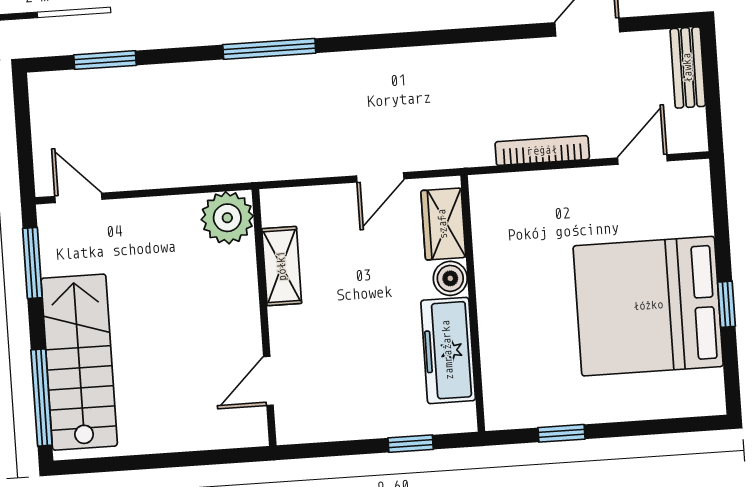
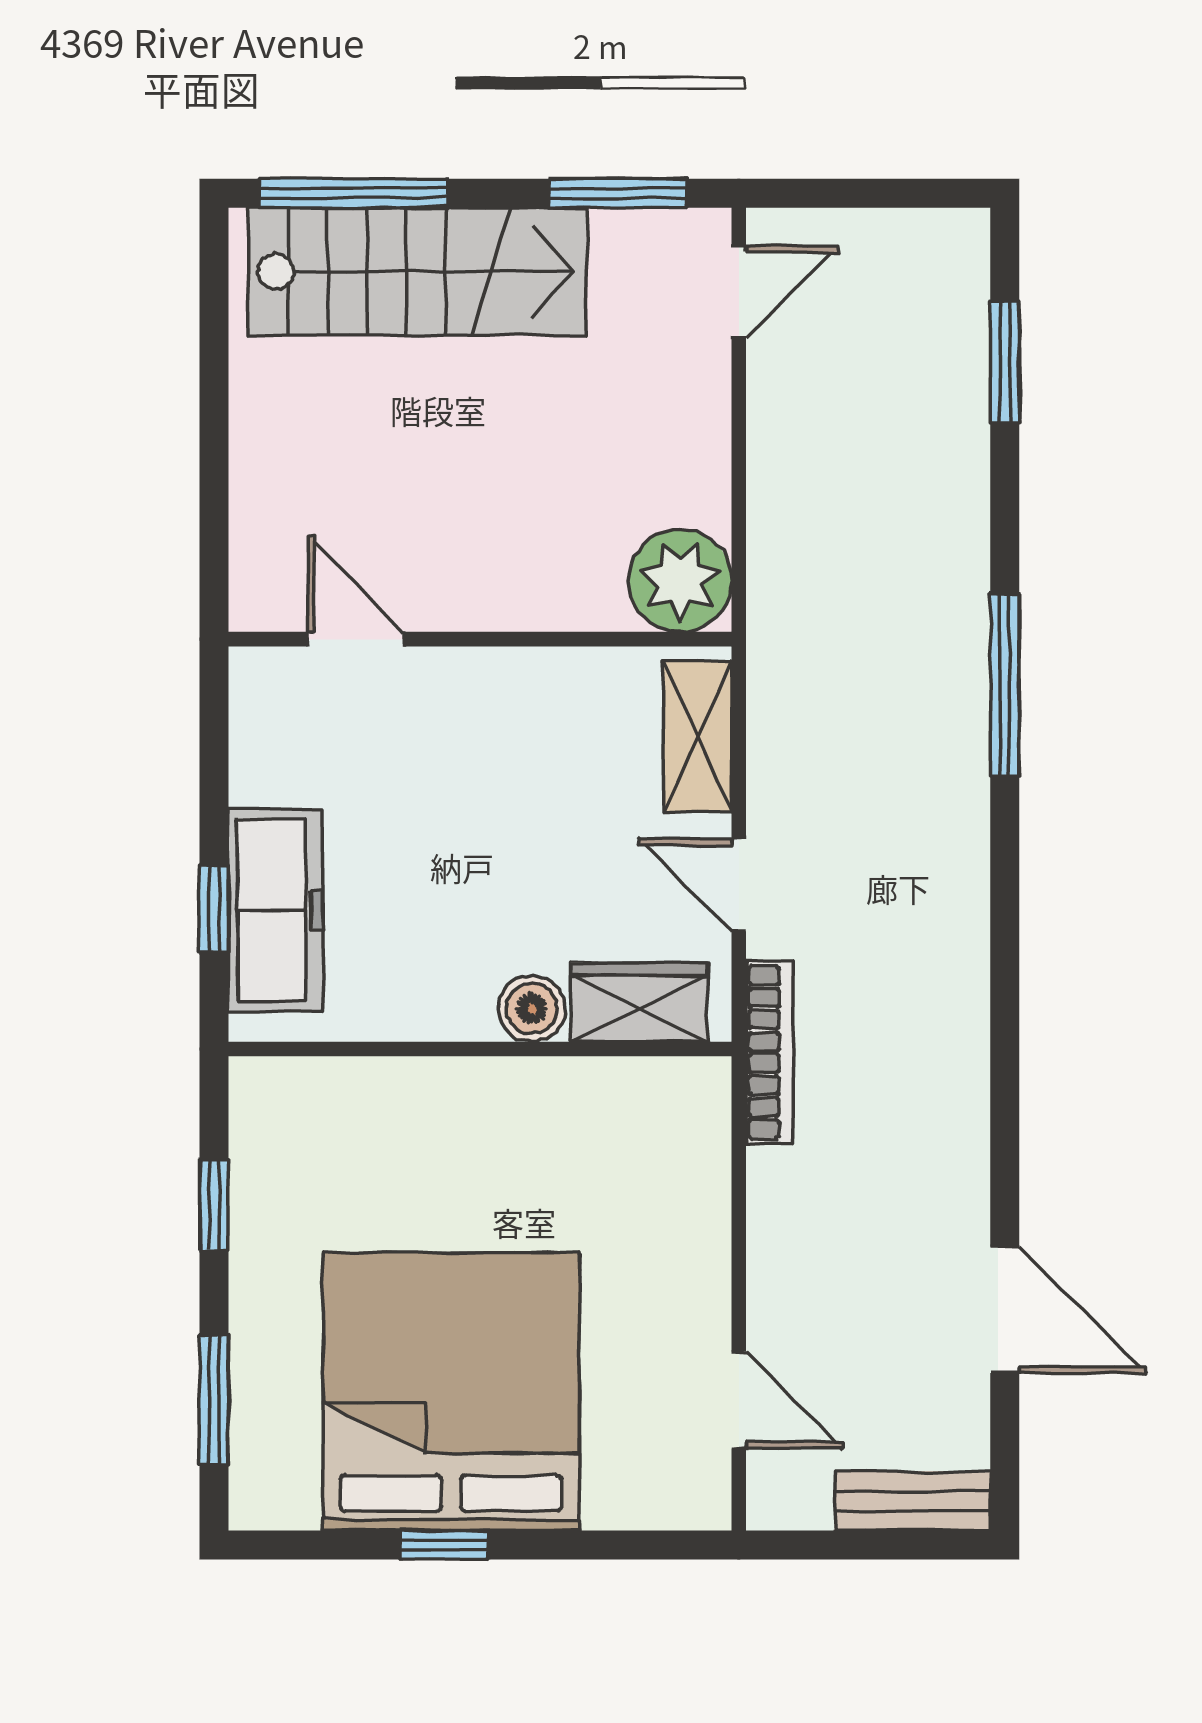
bookcase: (542, 151) -> (769, 1052), moved
shelving: (282, 266) -> (698, 737), moved, turned 90
freezer: (448, 350) -> (275, 910), moved, turned 90
window: (661, 427) -> (214, 1400), added

